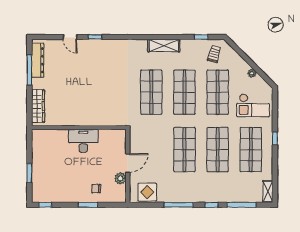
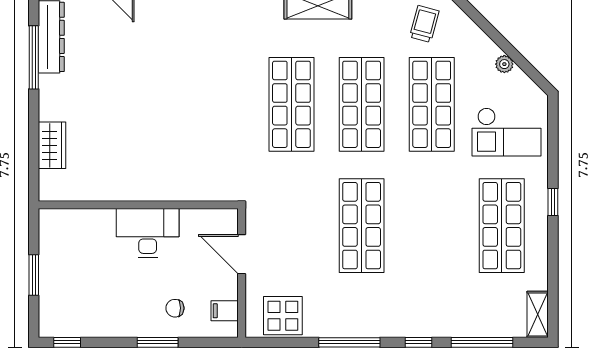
wardrobe: (38, 106) -> (52, 145), width x0.67
wall: (79, 128) -> (138, 205), moved
desk: (83, 141) -> (148, 233), moved
shop shelf: (218, 150) -> (432, 226), removed
door: (128, 163) -> (242, 254), swing flipped
plant: (120, 178) -> (226, 287), removed
filing cabinet: (120, 190) -> (225, 311), added

